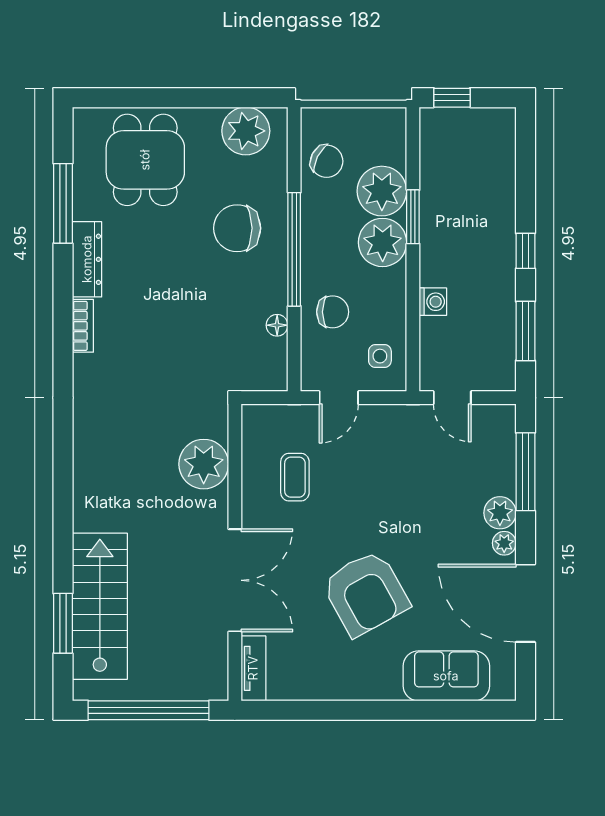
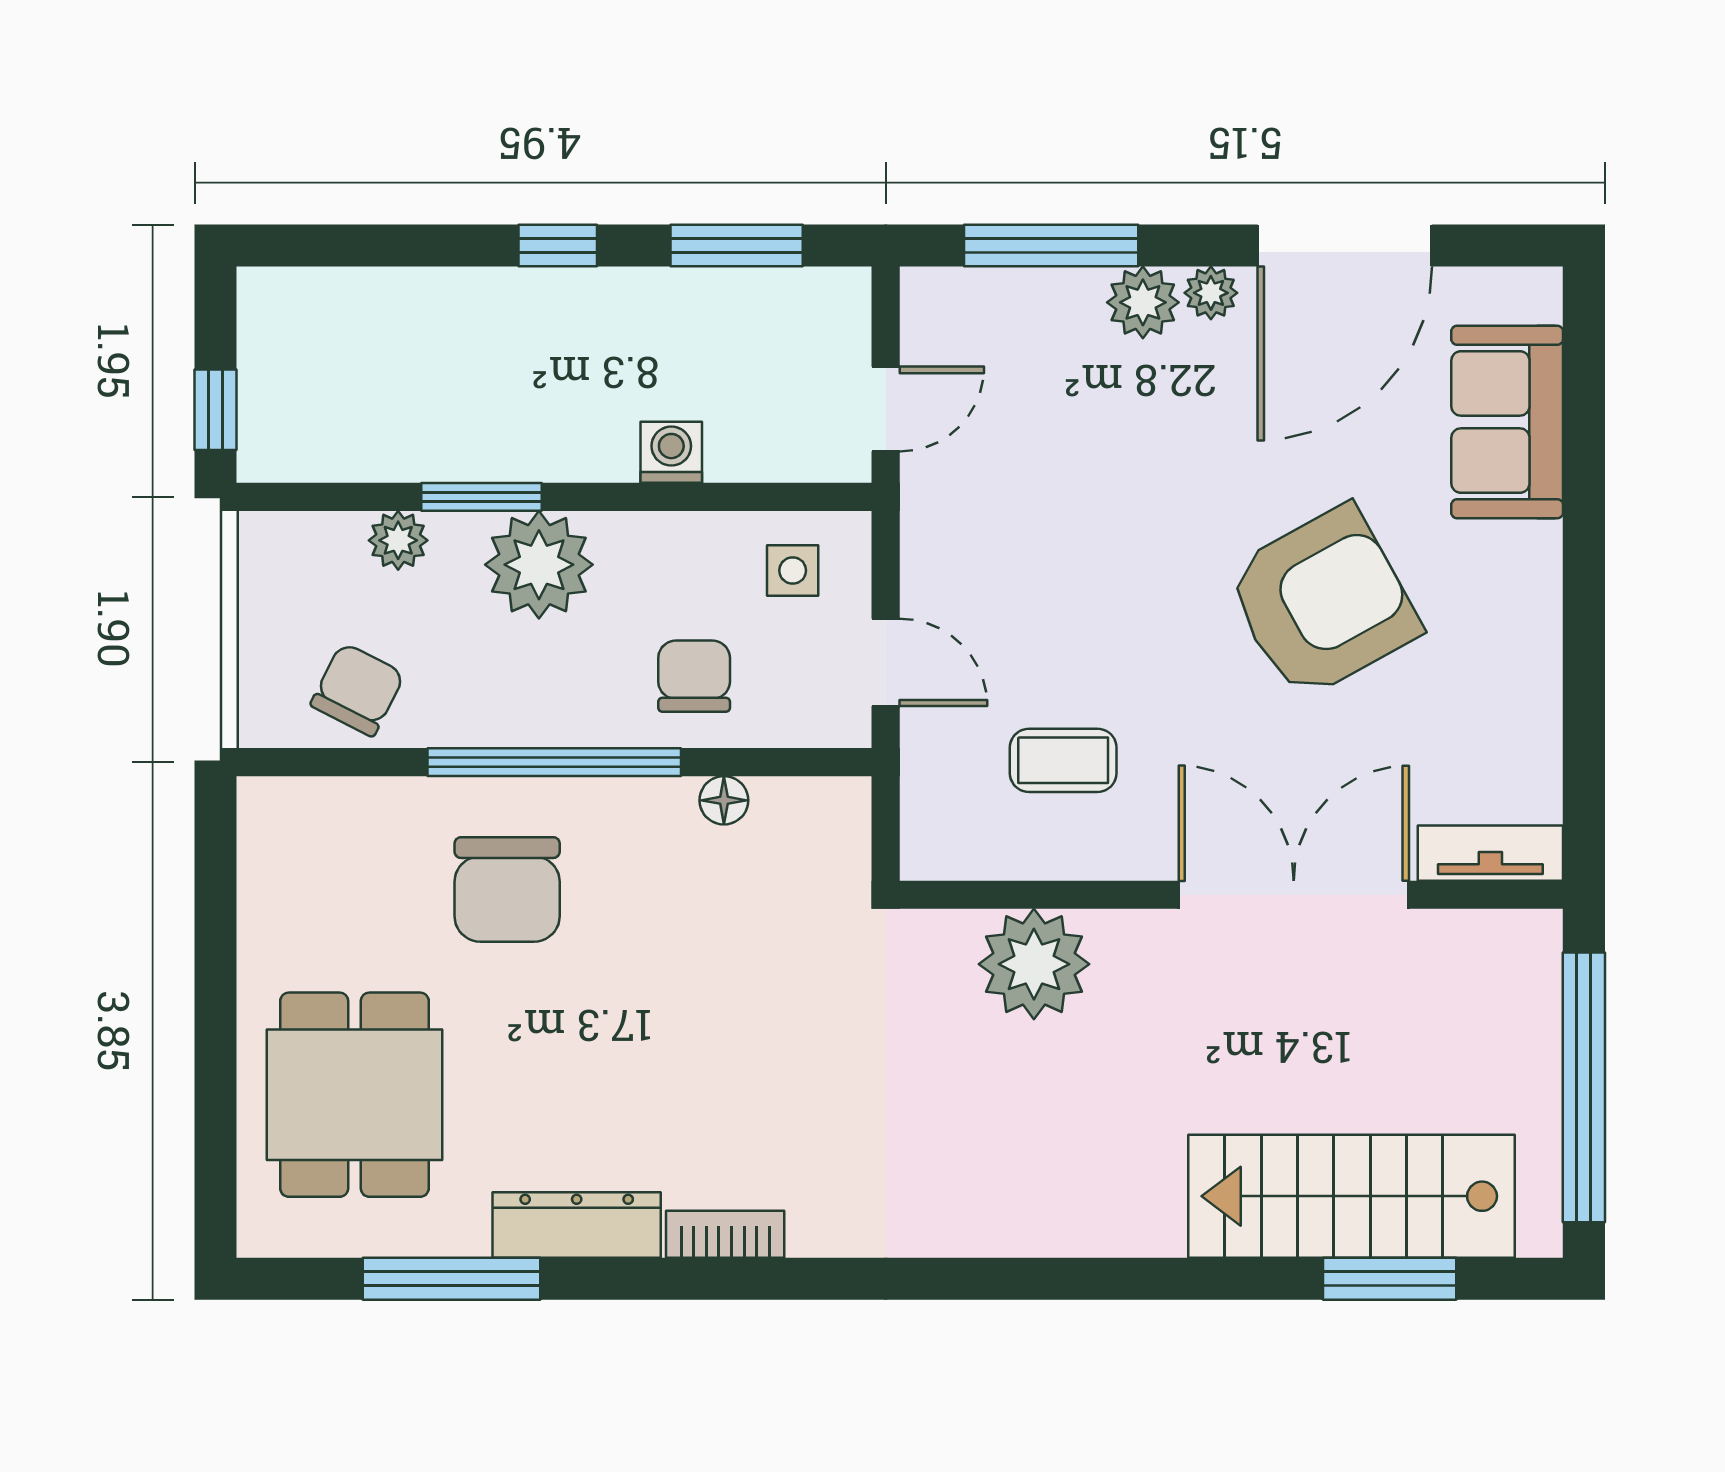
plant: (246, 131) -> (290, 870), removed
dining table: (145, 160) -> (354, 1095), turned 90
plant: (382, 191) -> (398, 540), width x0.53, depth x0.53

